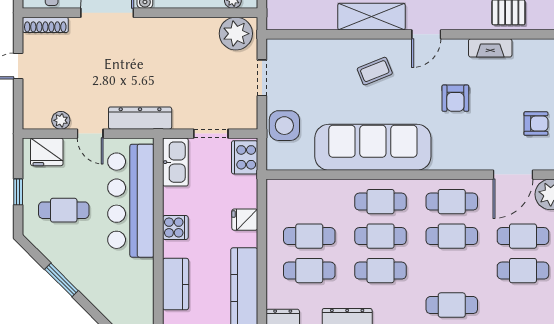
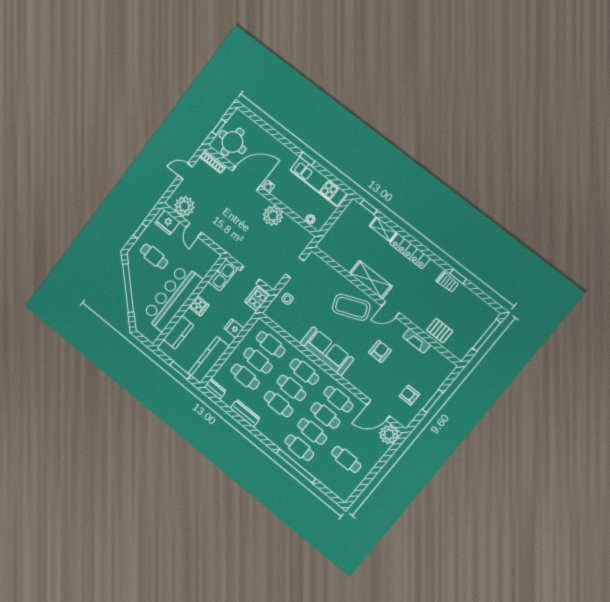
plant: (236, 34) -> (273, 216), moved
coffee table: (375, 71) -> (351, 307), width x1.86, depth x1.72
armchair: (455, 98) -> (380, 351), turned 180
dresser: (140, 118) -> (223, 241), removed
plant: (61, 120) -> (184, 206), width x1.88, depth x1.88
armchair: (536, 124) -> (409, 395), turned 180
side table: (284, 126) -> (287, 299), width x0.54, depth x0.54
sofa: (373, 147) -> (327, 351), width x0.74, depth x0.79
bar counter: (131, 201) -> (172, 297), moved
cafe table: (309, 202) -> (271, 344), added
cafe table: (523, 236) -> (312, 432), moved
window: (61, 280) -> (128, 288), width x2.11

